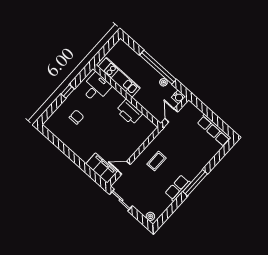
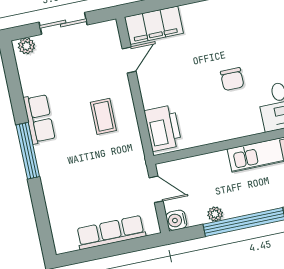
printer: (129, 112) -> (163, 128), moved, turned 90
chair: (76, 117) -> (232, 79), moved
row of seats: (214, 130) -> (111, 232), moved
sliding door: (121, 200) -> (63, 23), moved

